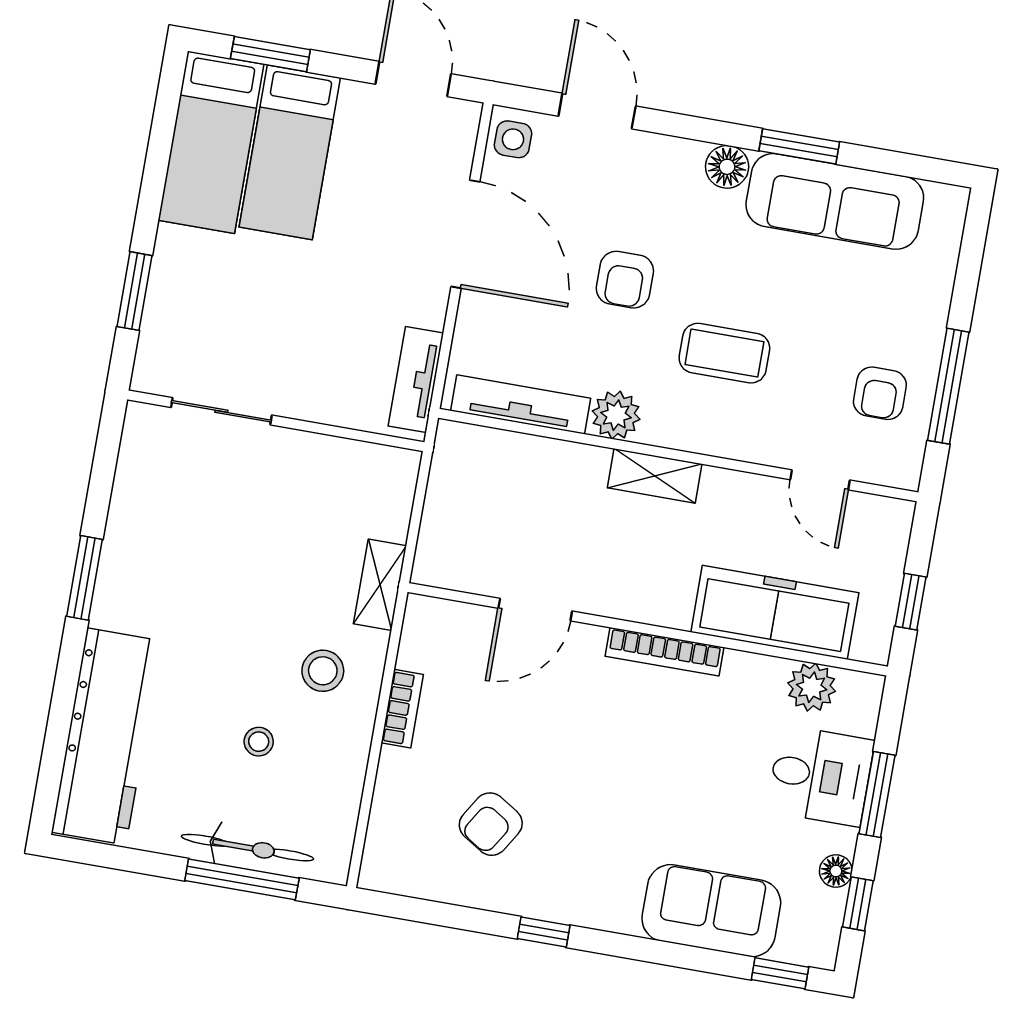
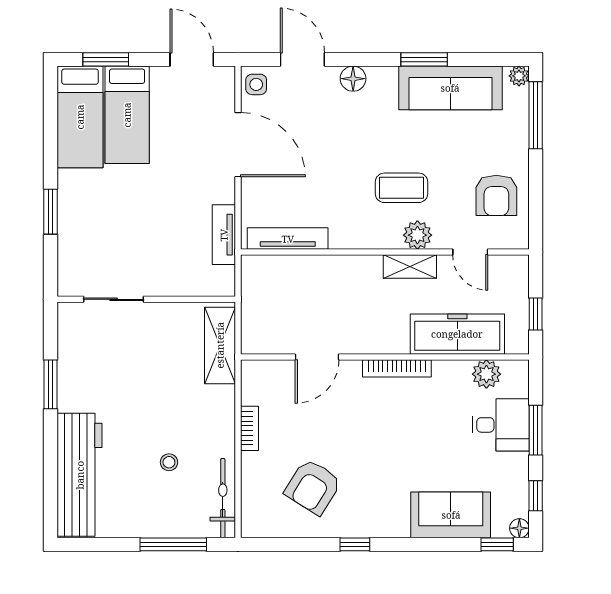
floor lamp: (727, 167) -> (353, 79), moved
plant: (952, 201) -> (519, 76), added
armchair: (625, 280) -> (336, 155), removed
window: (948, 386) -> (536, 115), moved
armchair: (880, 393) -> (496, 195), width x1.38, depth x1.38
sliding door: (221, 411) -> (114, 299), moved
plant: (616, 415) -> (417, 235), moved
wall: (276, 421) -> (146, 299), moved
shelving: (655, 476) -> (410, 267), moved
shelving: (380, 585) -> (220, 345), width x1.50, depth x1.33
stool: (323, 671) -> (199, 414), removed
armchair: (491, 824) -> (313, 487), width x1.38, depth x1.38
bicycle: (247, 848) -> (223, 498), moved, turned -90
floor lamp: (836, 871) -> (519, 528), moved

